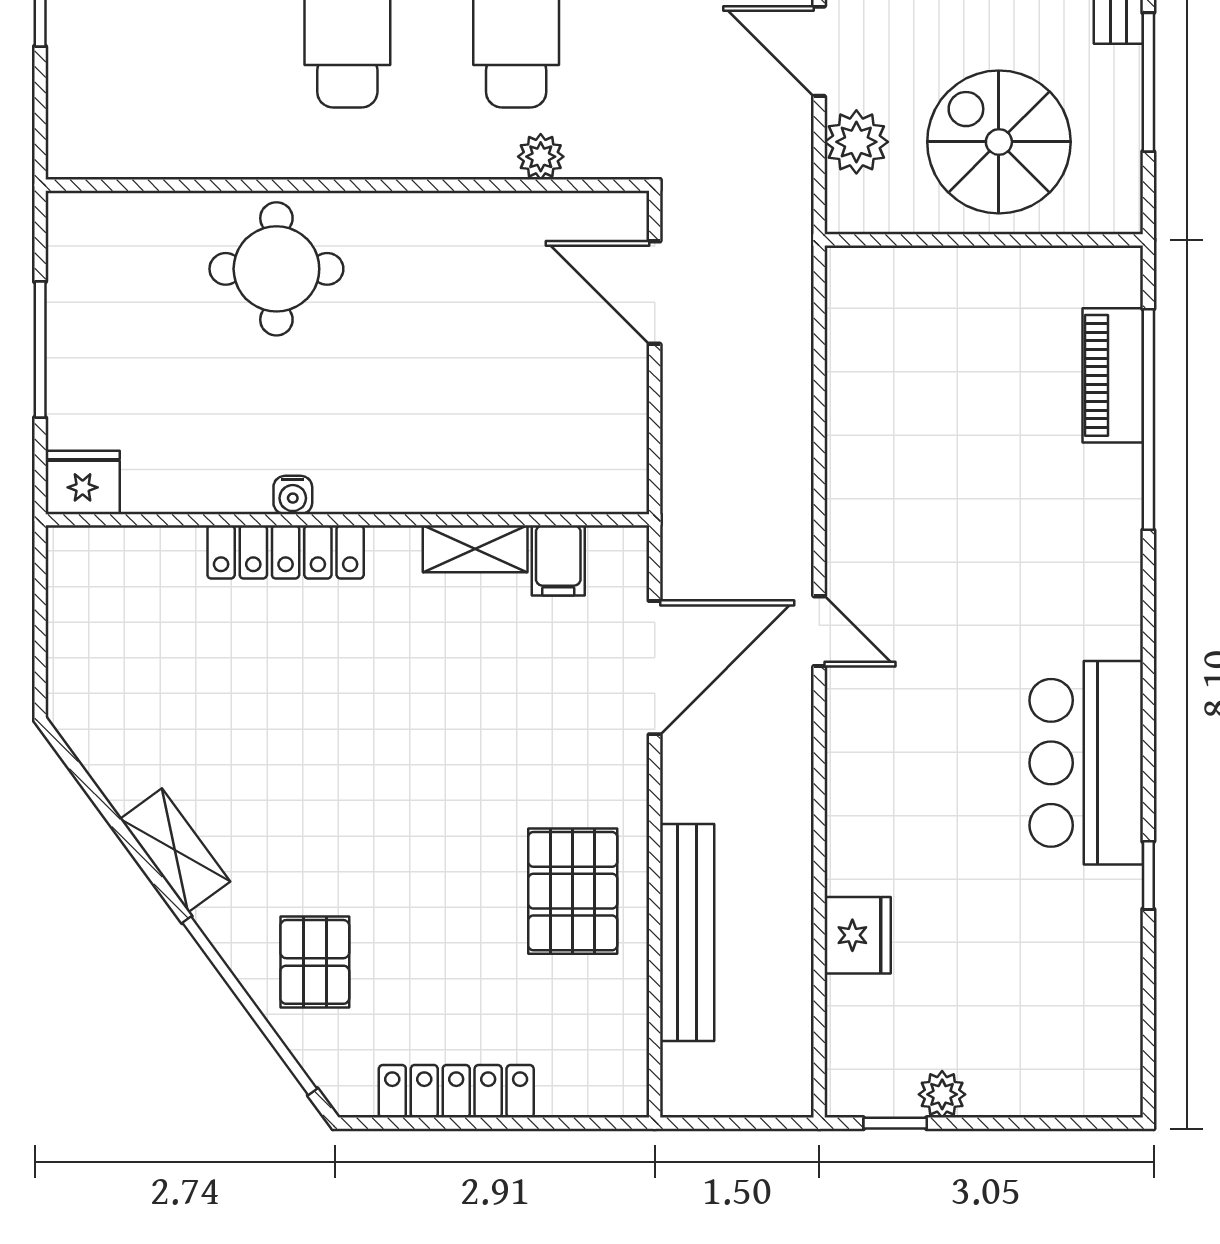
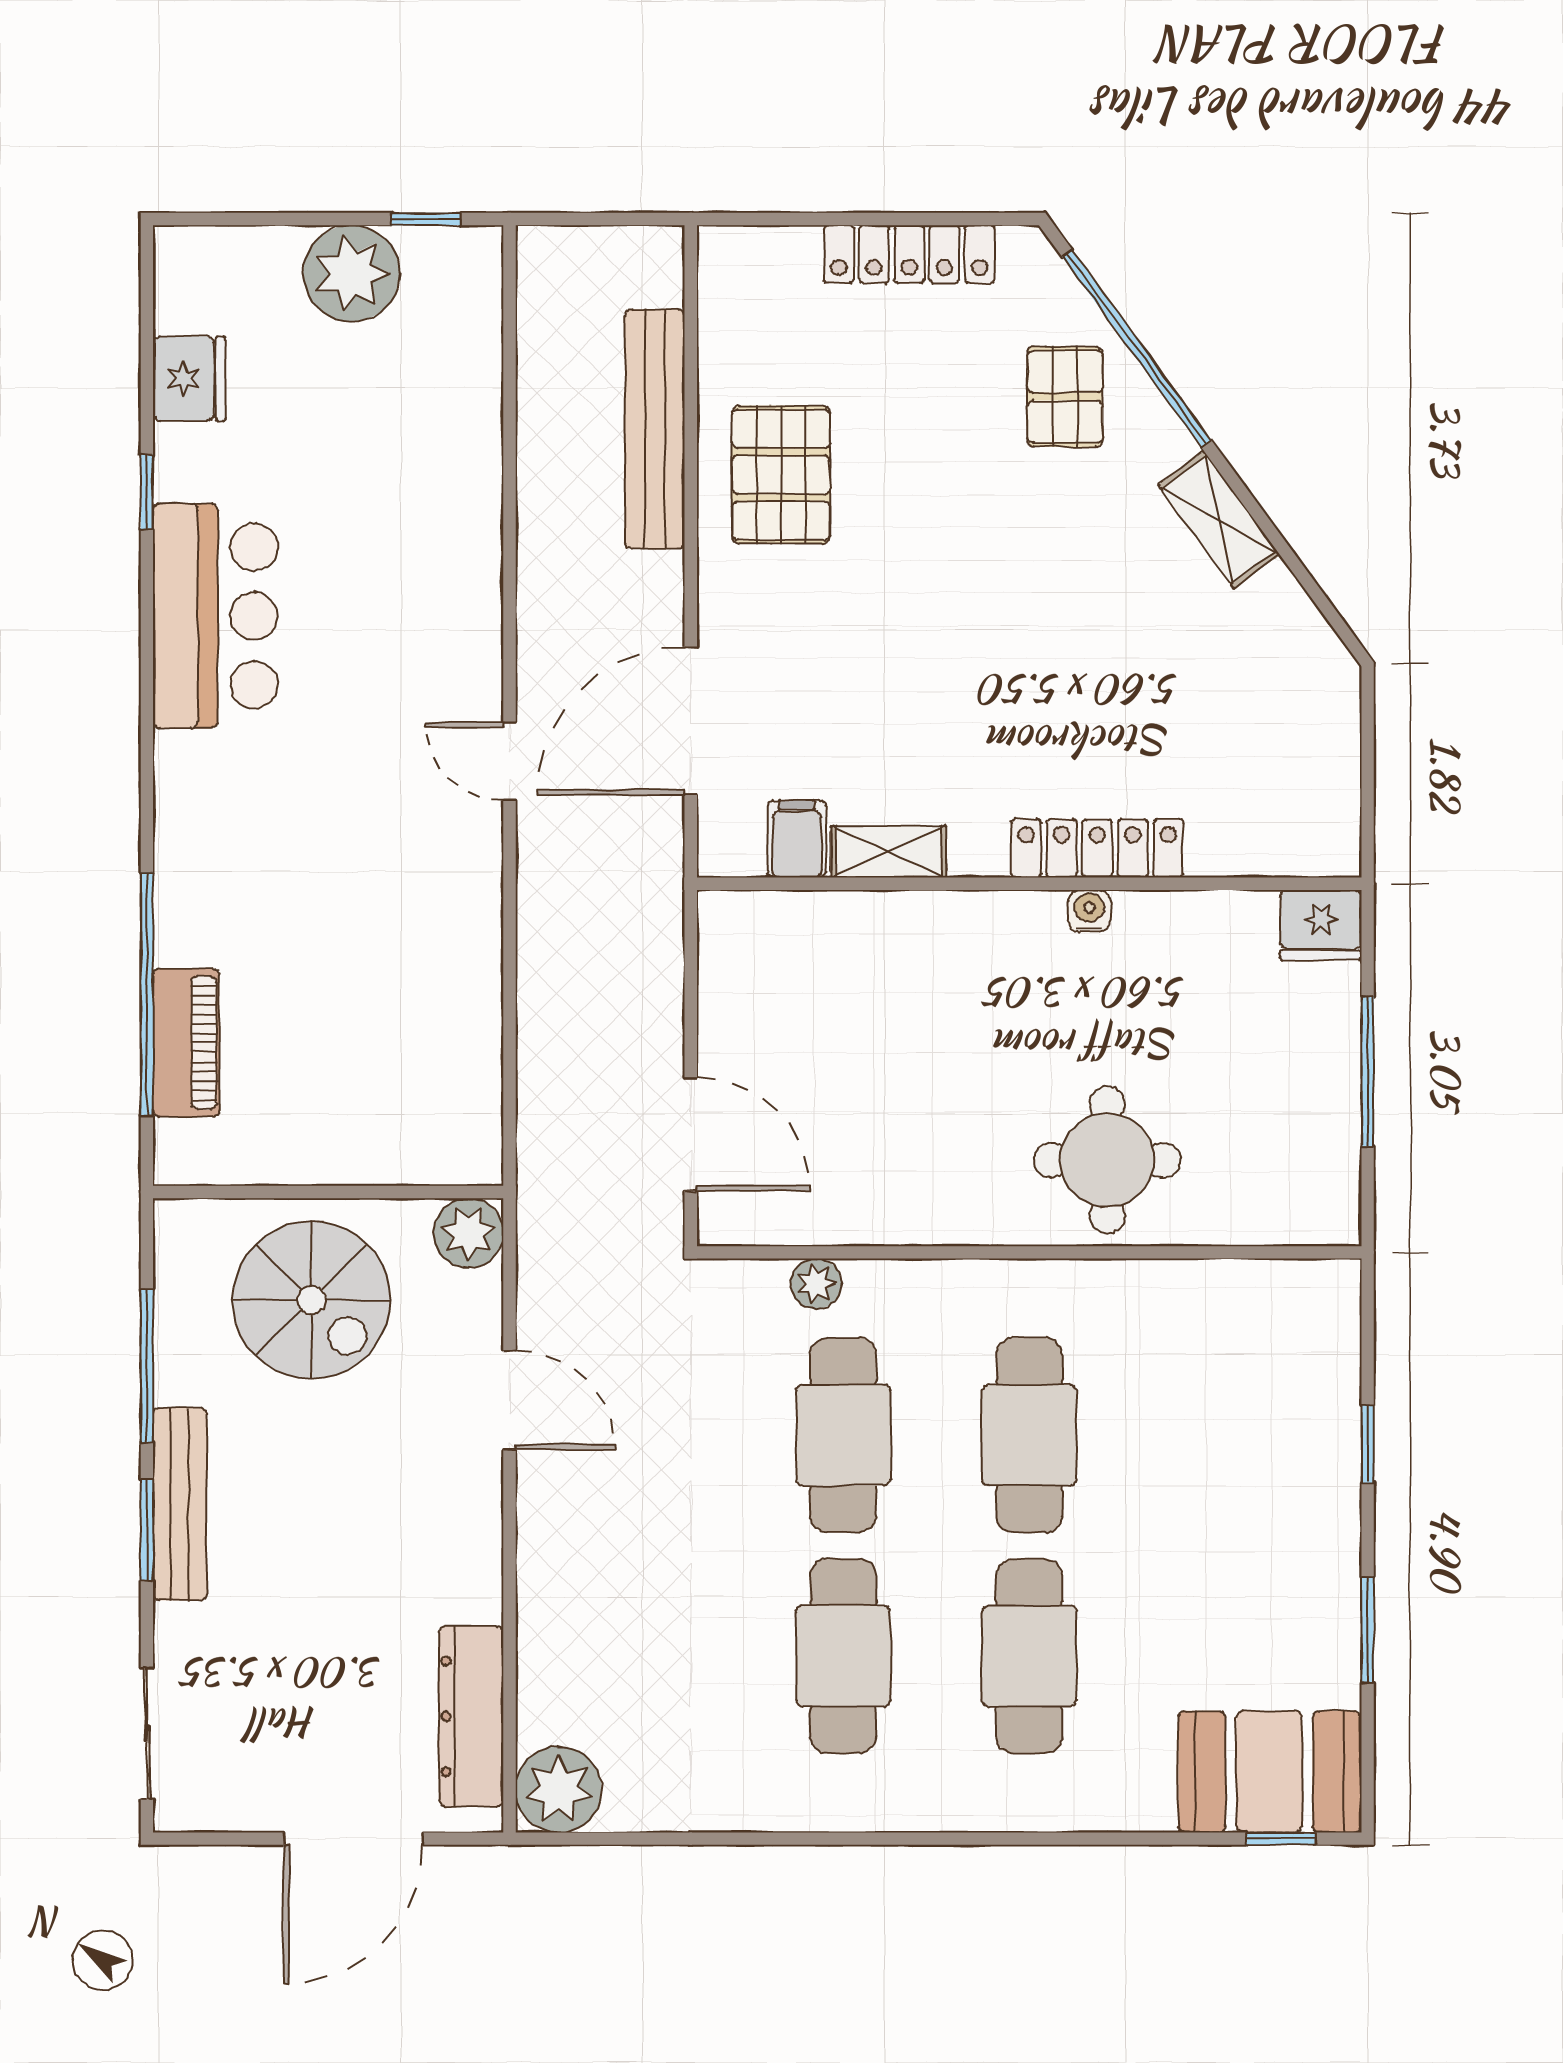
plant: (856, 142) -> (468, 1233), moved
fridge: (858, 935) -> (189, 379), moved, turned 180
plant: (942, 1094) -> (352, 273), width x1.87, depth x1.87

